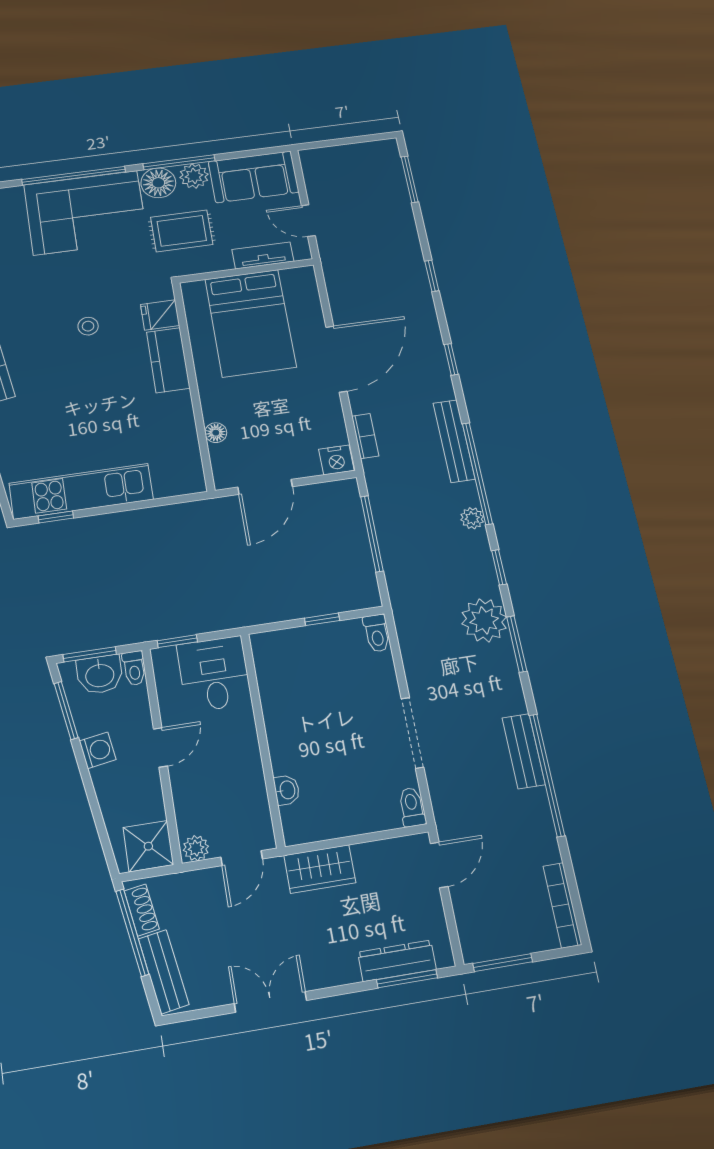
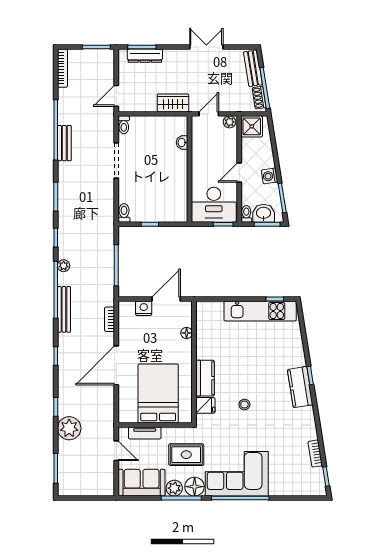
nightstand: (336, 460) -> (144, 308), moved
plant: (484, 620) -> (69, 428), moved
desk: (214, 674) -> (214, 205), width x1.37
double door: (270, 1002) -> (206, 47), swing flipped

